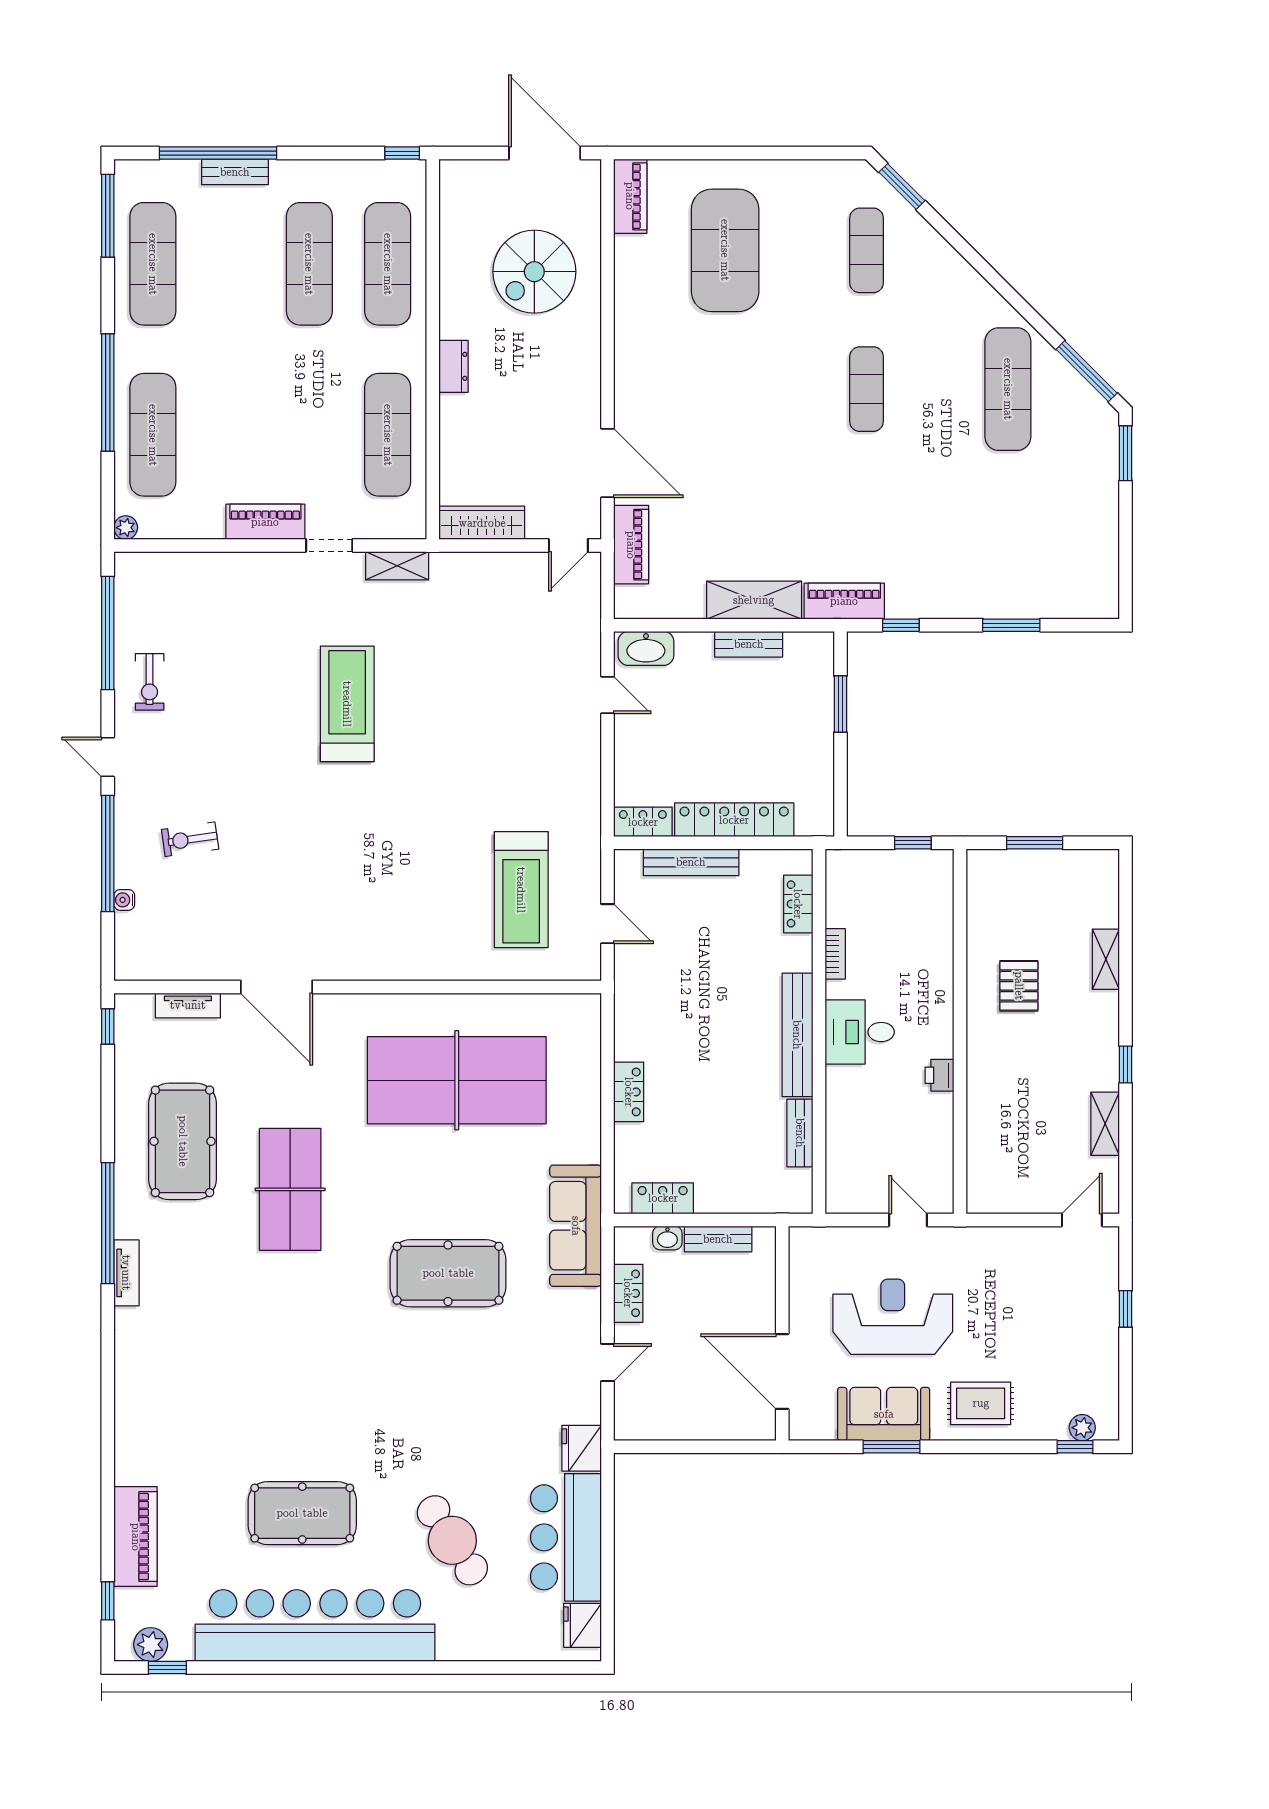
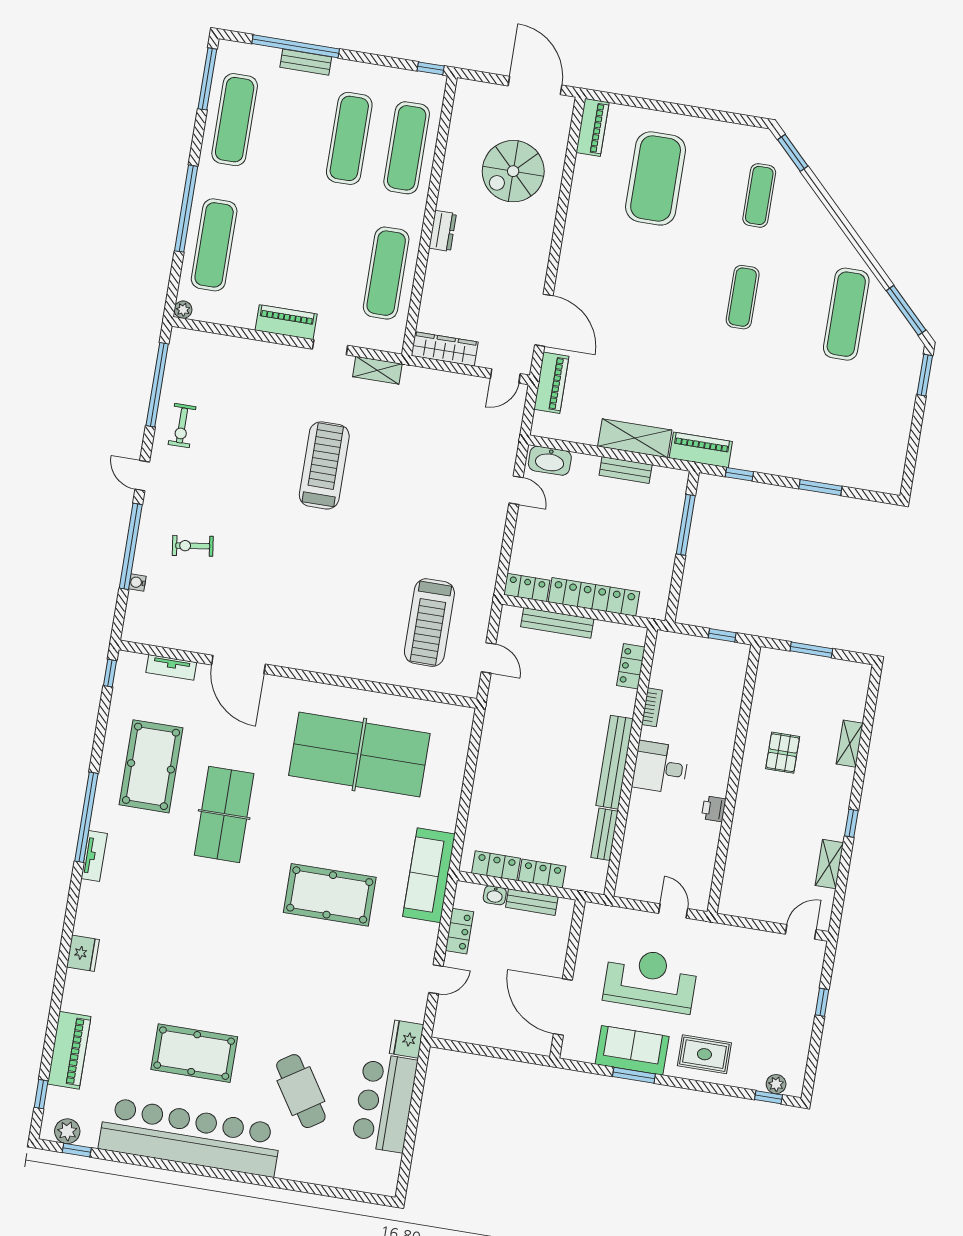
window: (840, 704) -> (686, 525), width x1.44
locker: (629, 1092) -> (542, 874), moved, turned -90
fridge: (582, 1625) -> (83, 953), moved, turned 180

